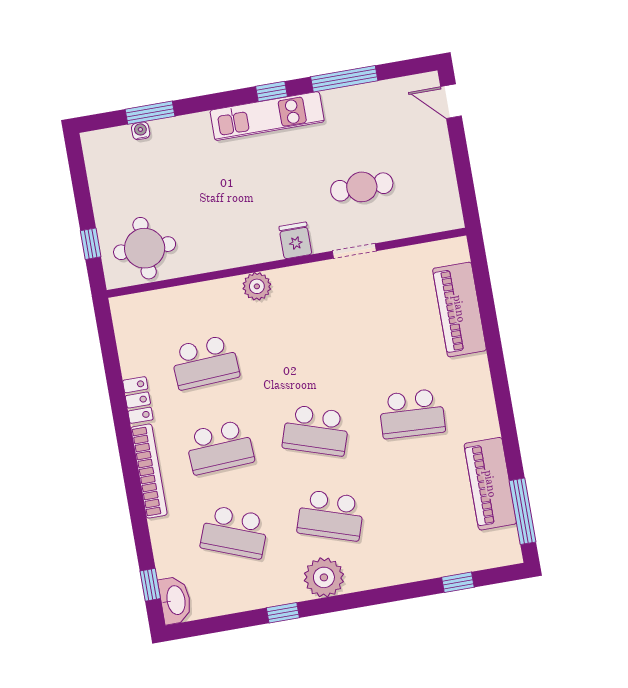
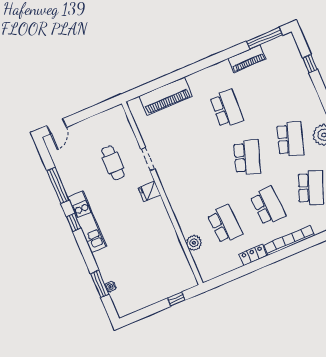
round table: (145, 248) -> (172, 270), removed
plant: (257, 286) -> (194, 243), moved
piano: (490, 484) -> (247, 59), width x0.73, depth x0.75

